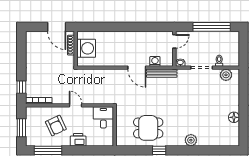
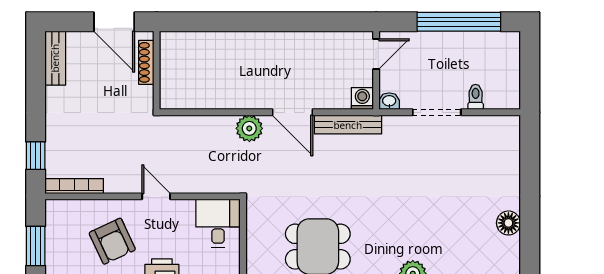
bench: (30, 43) -> (55, 58), added
washing machine: (86, 48) -> (180, 69), removed
washing machine: (155, 61) -> (362, 99), moved
plant: (226, 75) -> (249, 128), moved

